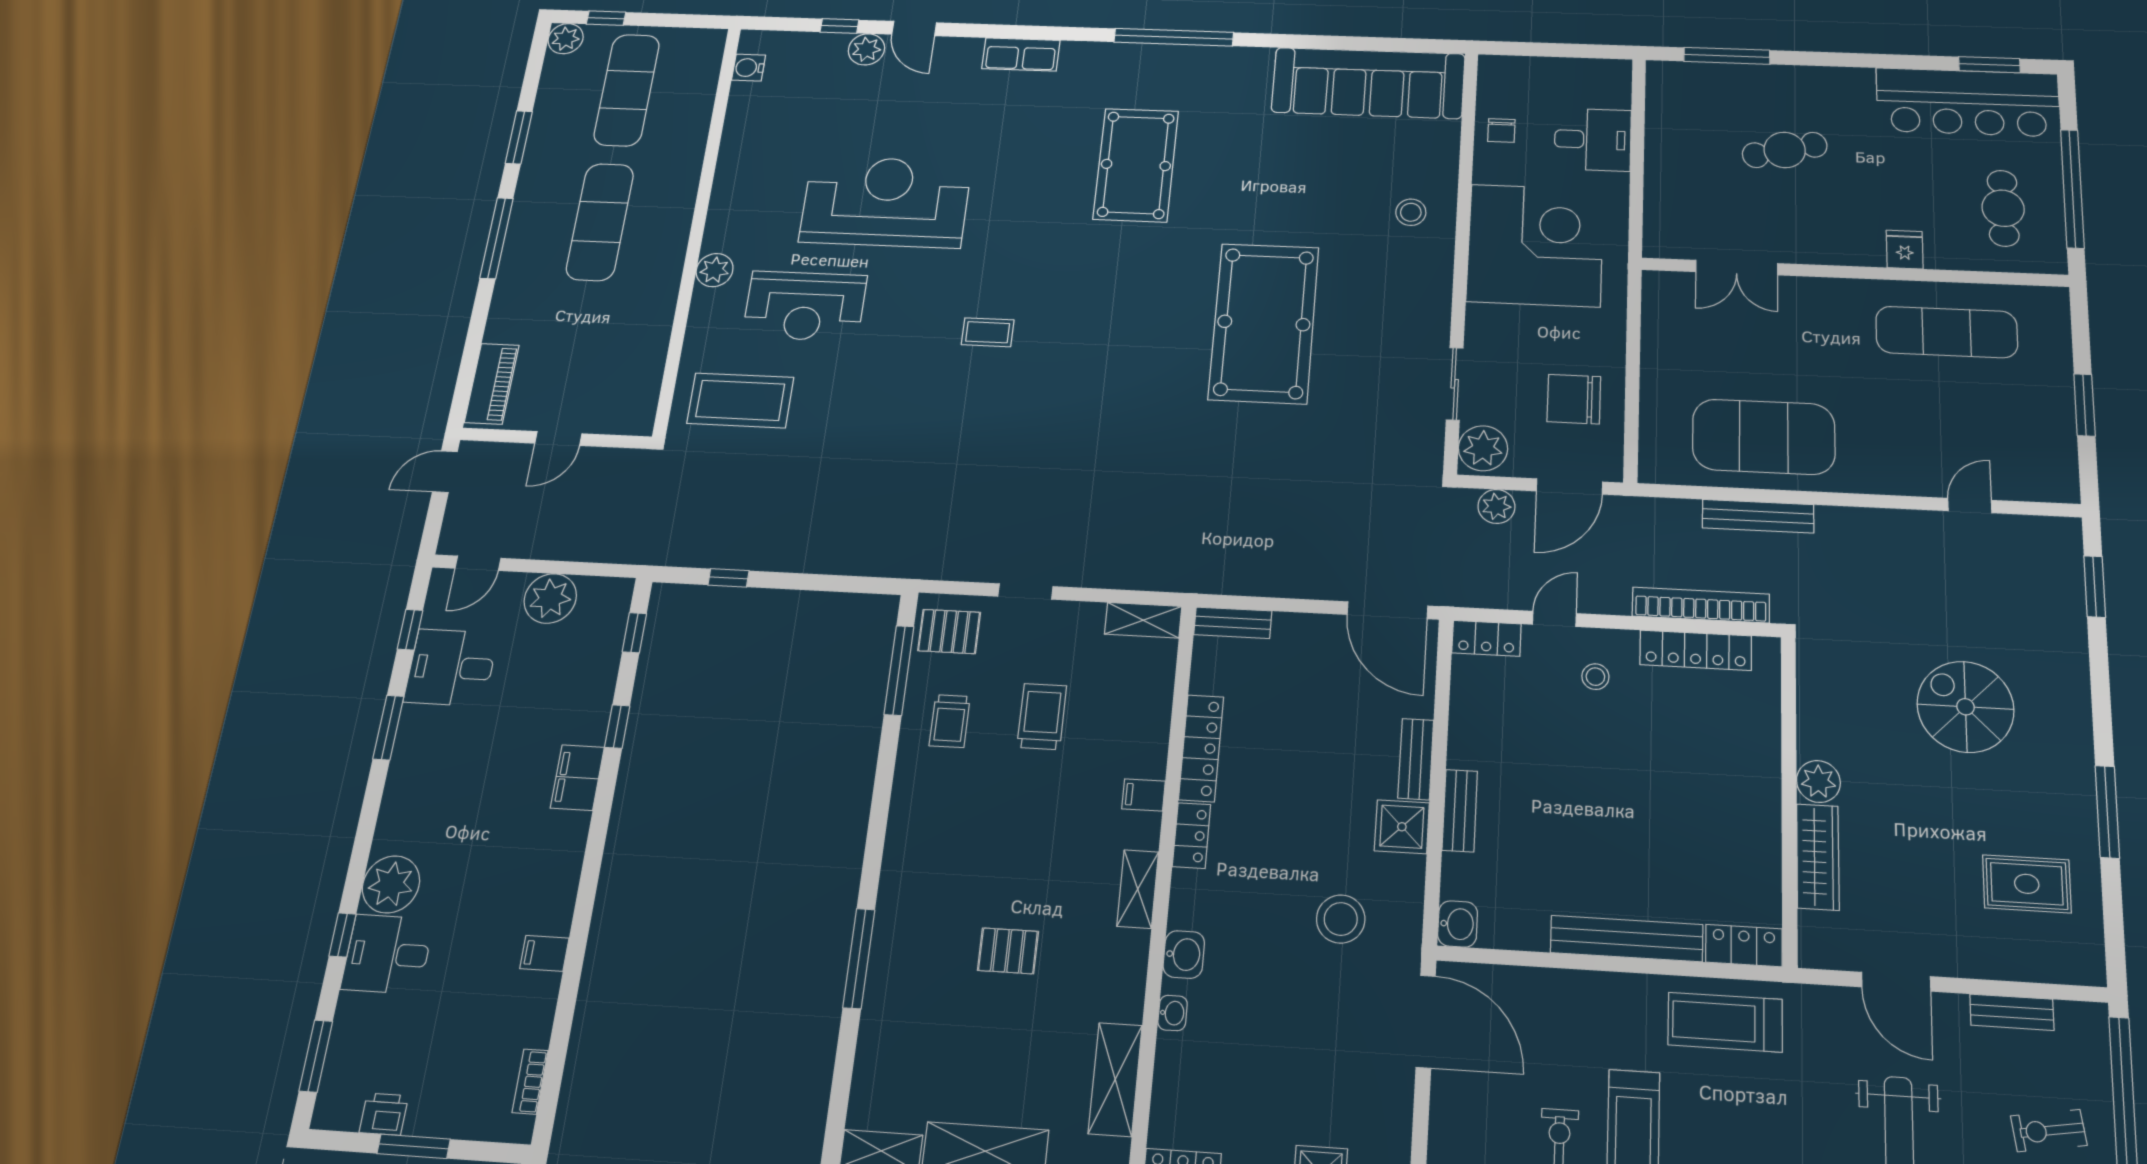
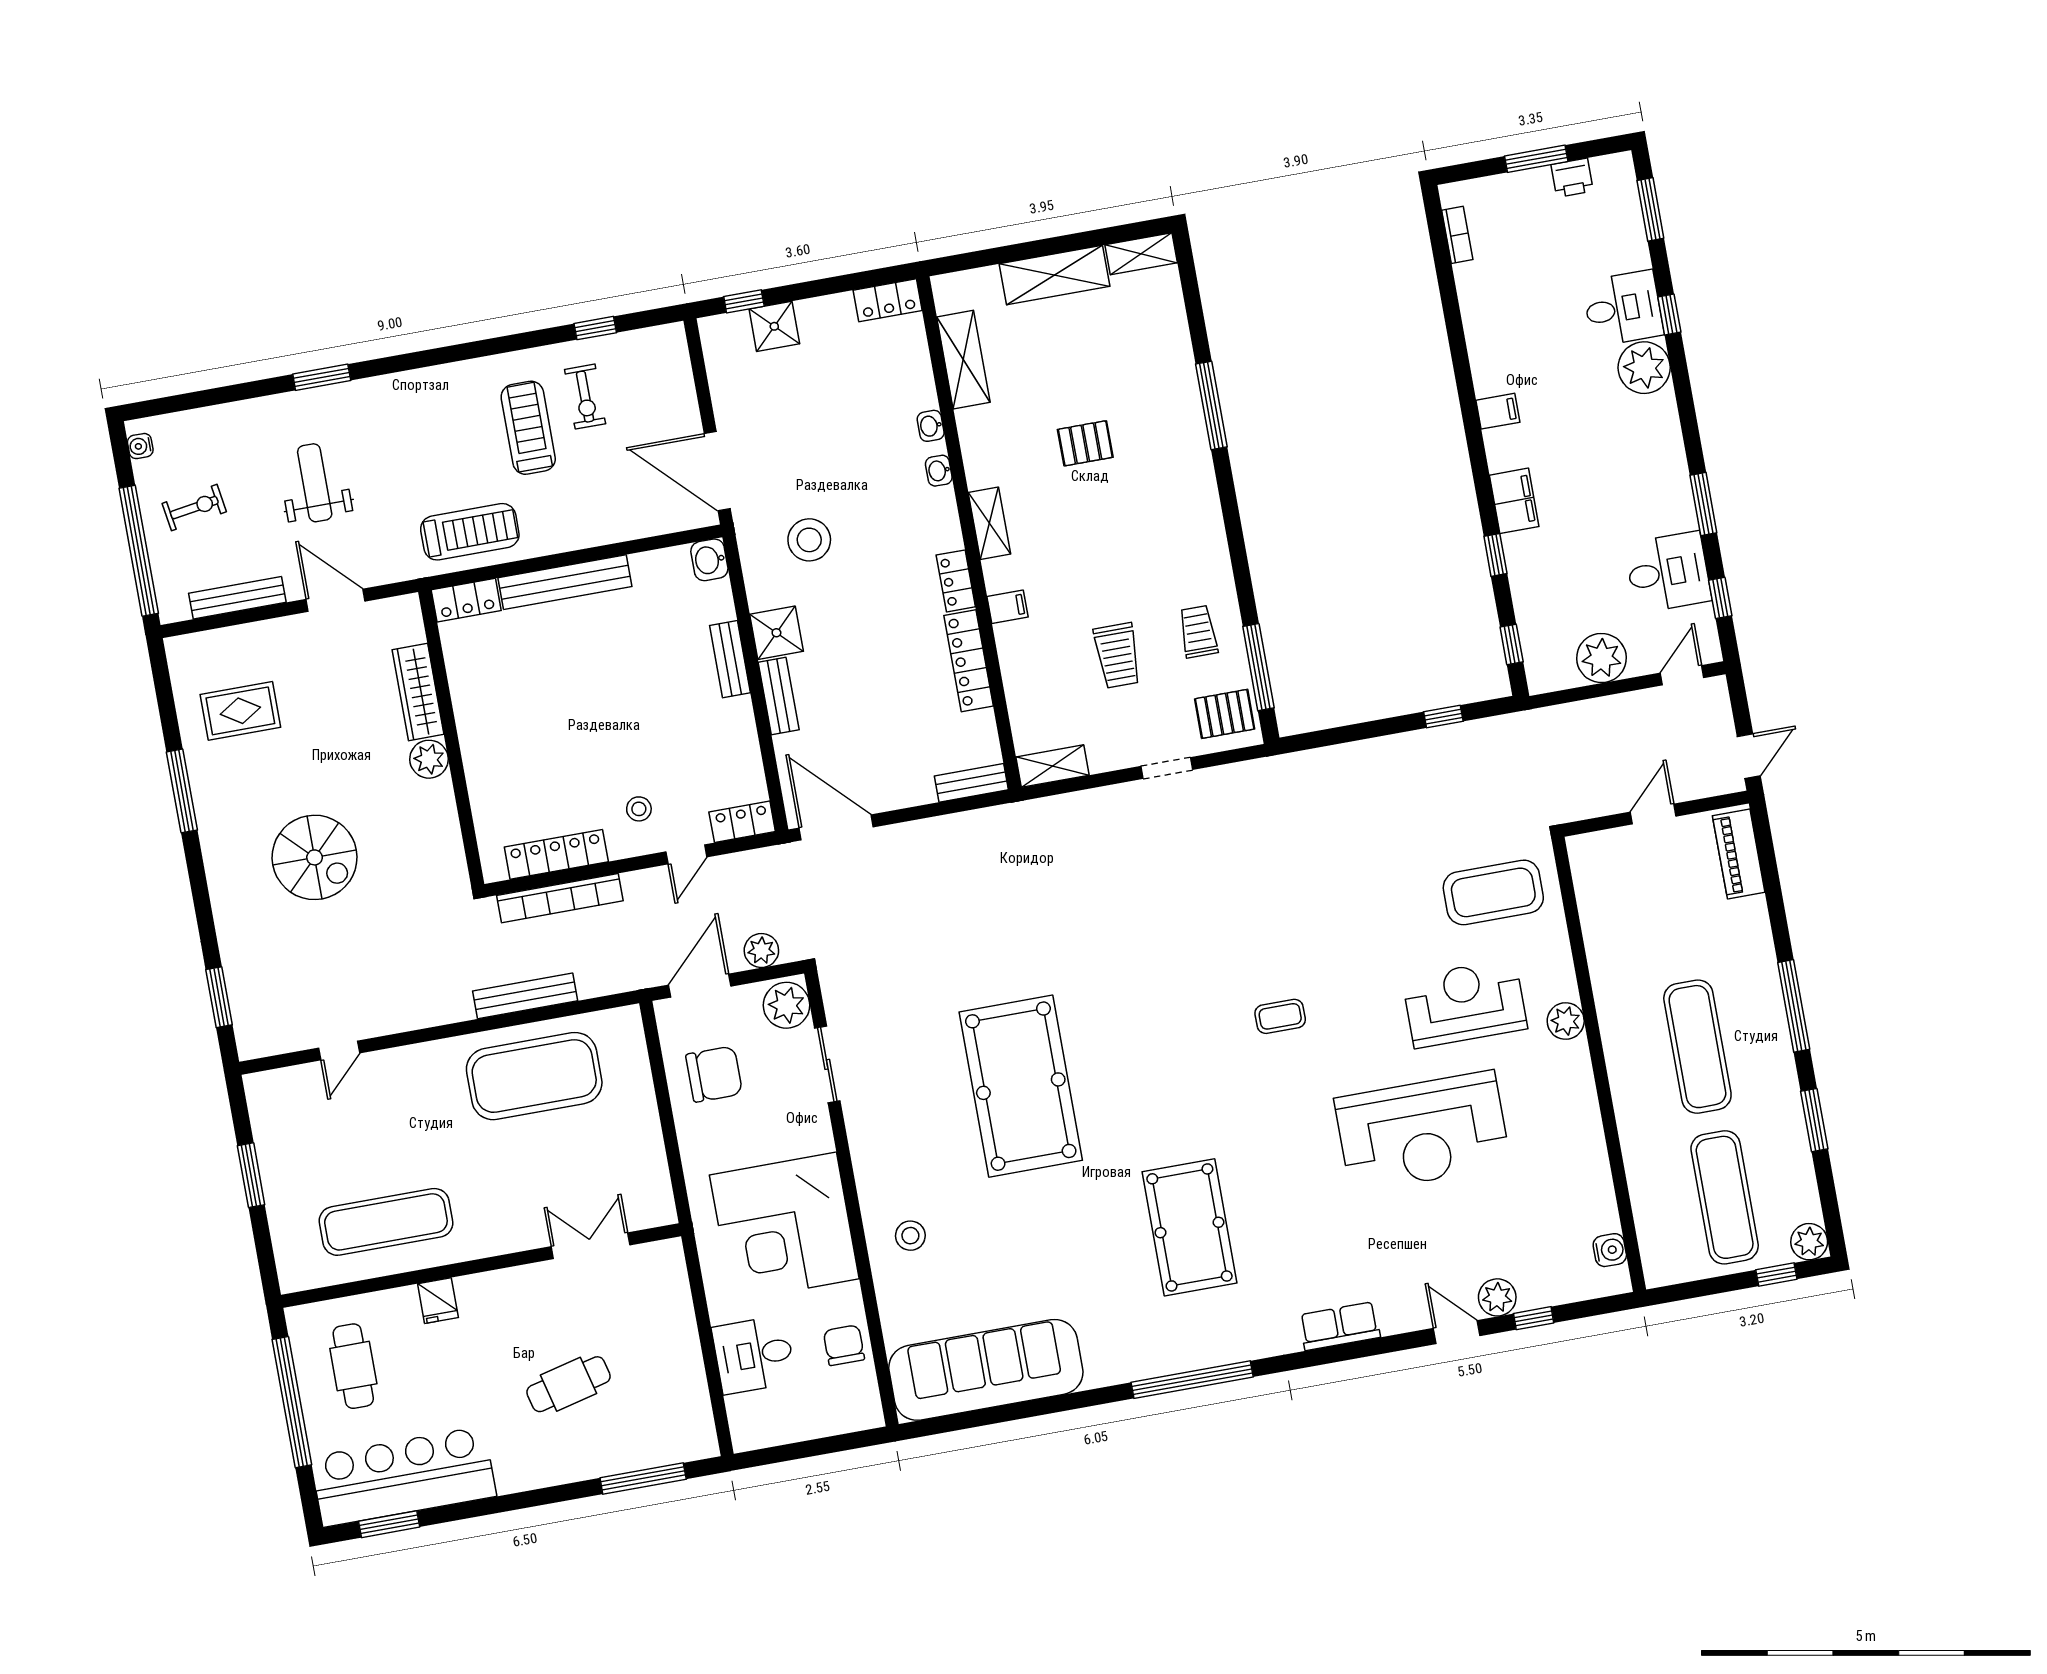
chair: (1501, 130) -> (844, 1345), width x1.37, depth x1.37
filing cabinet: (544, 953) -> (1498, 411), moved
washbasin: (1184, 954) -> (939, 471), width x0.72, depth x0.69
bench: (2012, 1012) -> (237, 598), width x1.36

